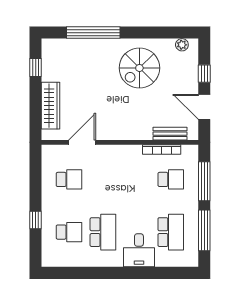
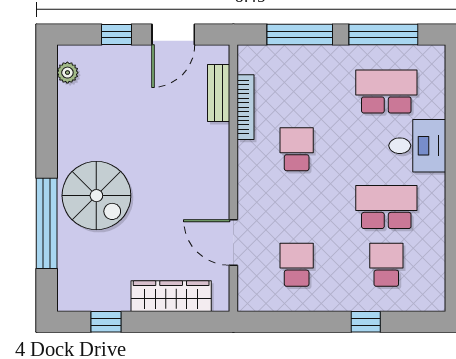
spiral stairs: (139, 68) -> (96, 196), moved
school desk: (171, 179) -> (297, 149), moved

